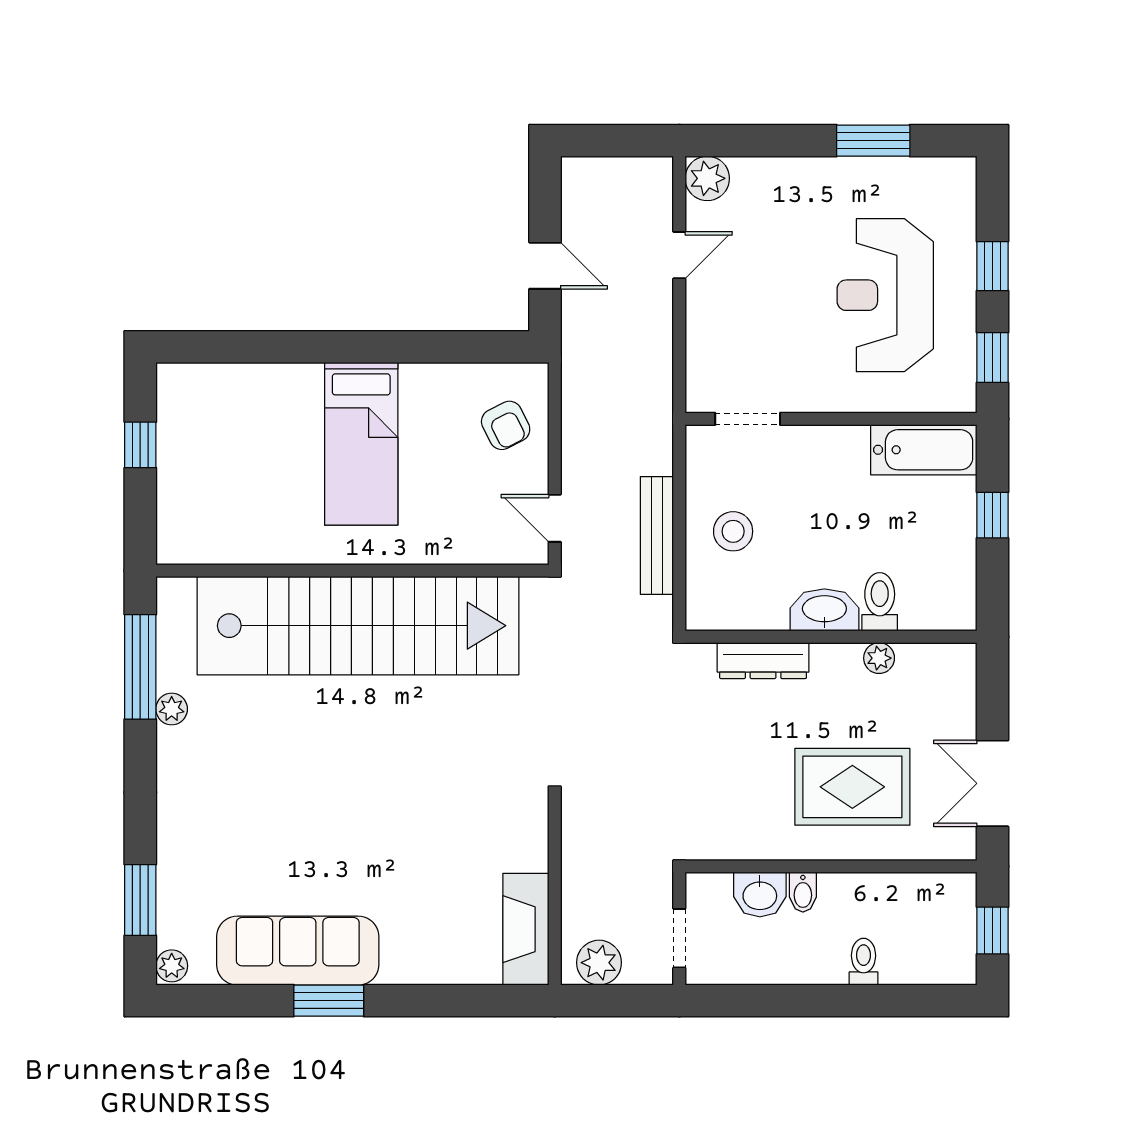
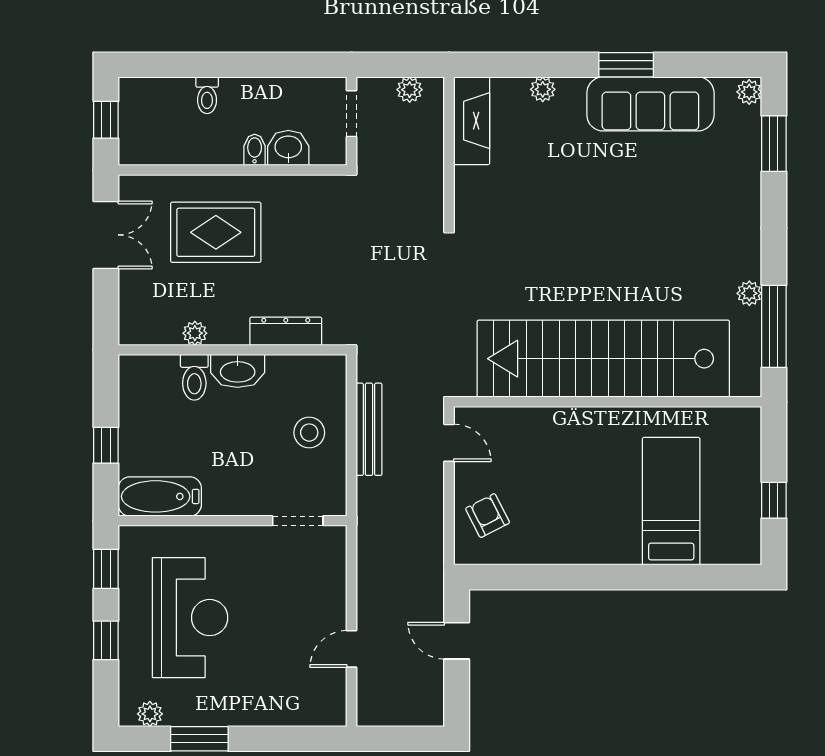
plant: (707, 178) -> (150, 714), moved, width x0.73, depth x0.73
bed: (361, 444) -> (671, 501), moved
plant: (599, 963) -> (410, 90), width x0.73, depth x0.73
plant: (435, 969) -> (543, 89), added

